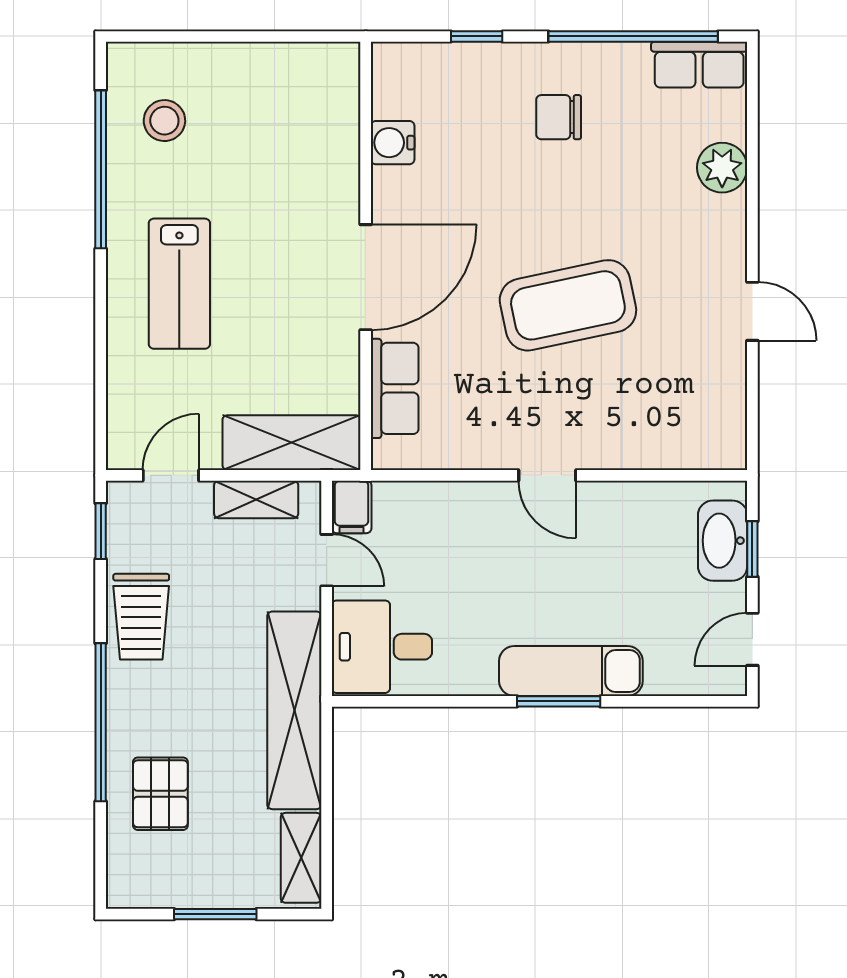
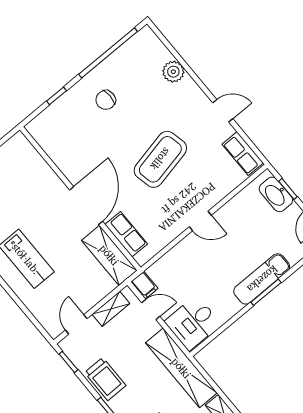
row of seats: (699, 65) -> (243, 154), moved, turned 90
water cooler: (393, 143) -> (58, 154), removed
shelving: (292, 443) -> (109, 255), moved, turned 90

